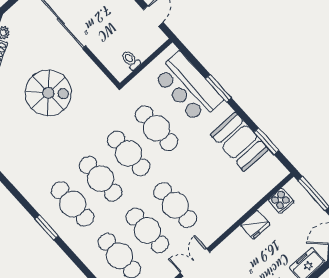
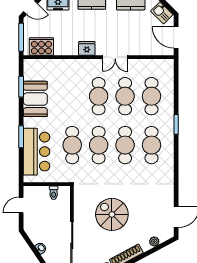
cooker: (281, 201) -> (41, 47), width x1.87, depth x1.31
fridge: (255, 225) -> (87, 48), moved
window: (46, 227) -> (176, 124), moved

